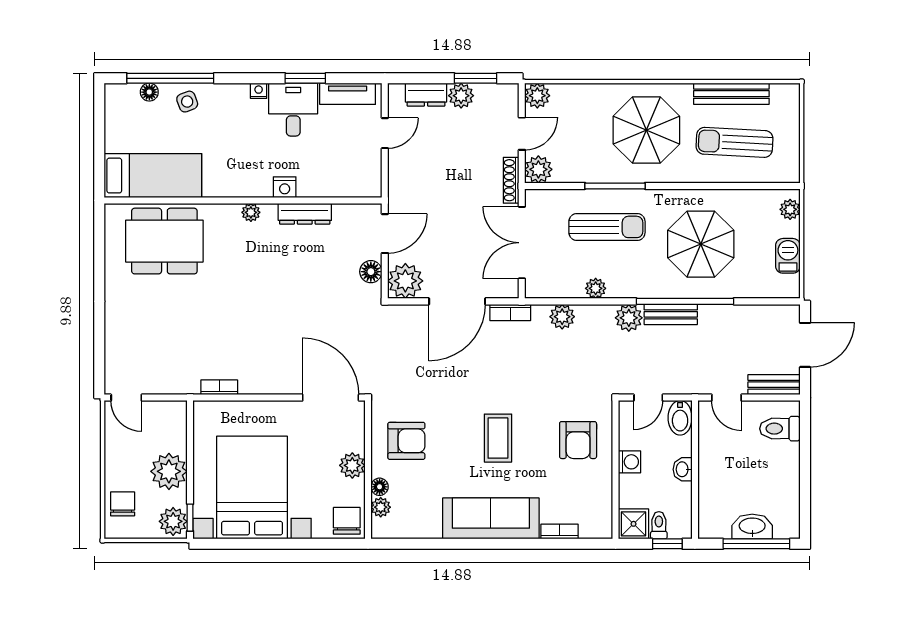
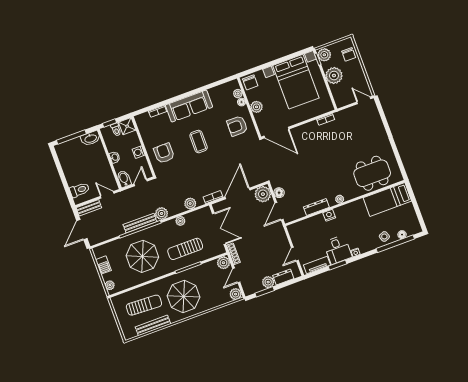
bench: (671, 314) -> (140, 223), width x1.36
washbasin: (752, 527) -> (91, 138), moved

